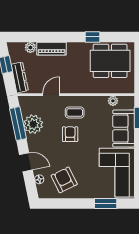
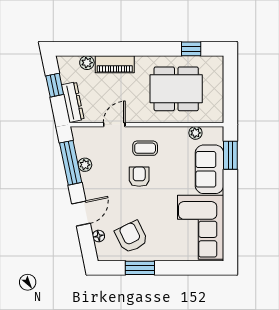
window: (92, 37) -> (191, 49), moved
dining table: (110, 61) -> (176, 89), moved
plant: (33, 124) -> (85, 165), width x0.53, depth x0.53
door: (26, 162) -> (81, 214), hinge flipped
window: (106, 203) -> (140, 268), moved

